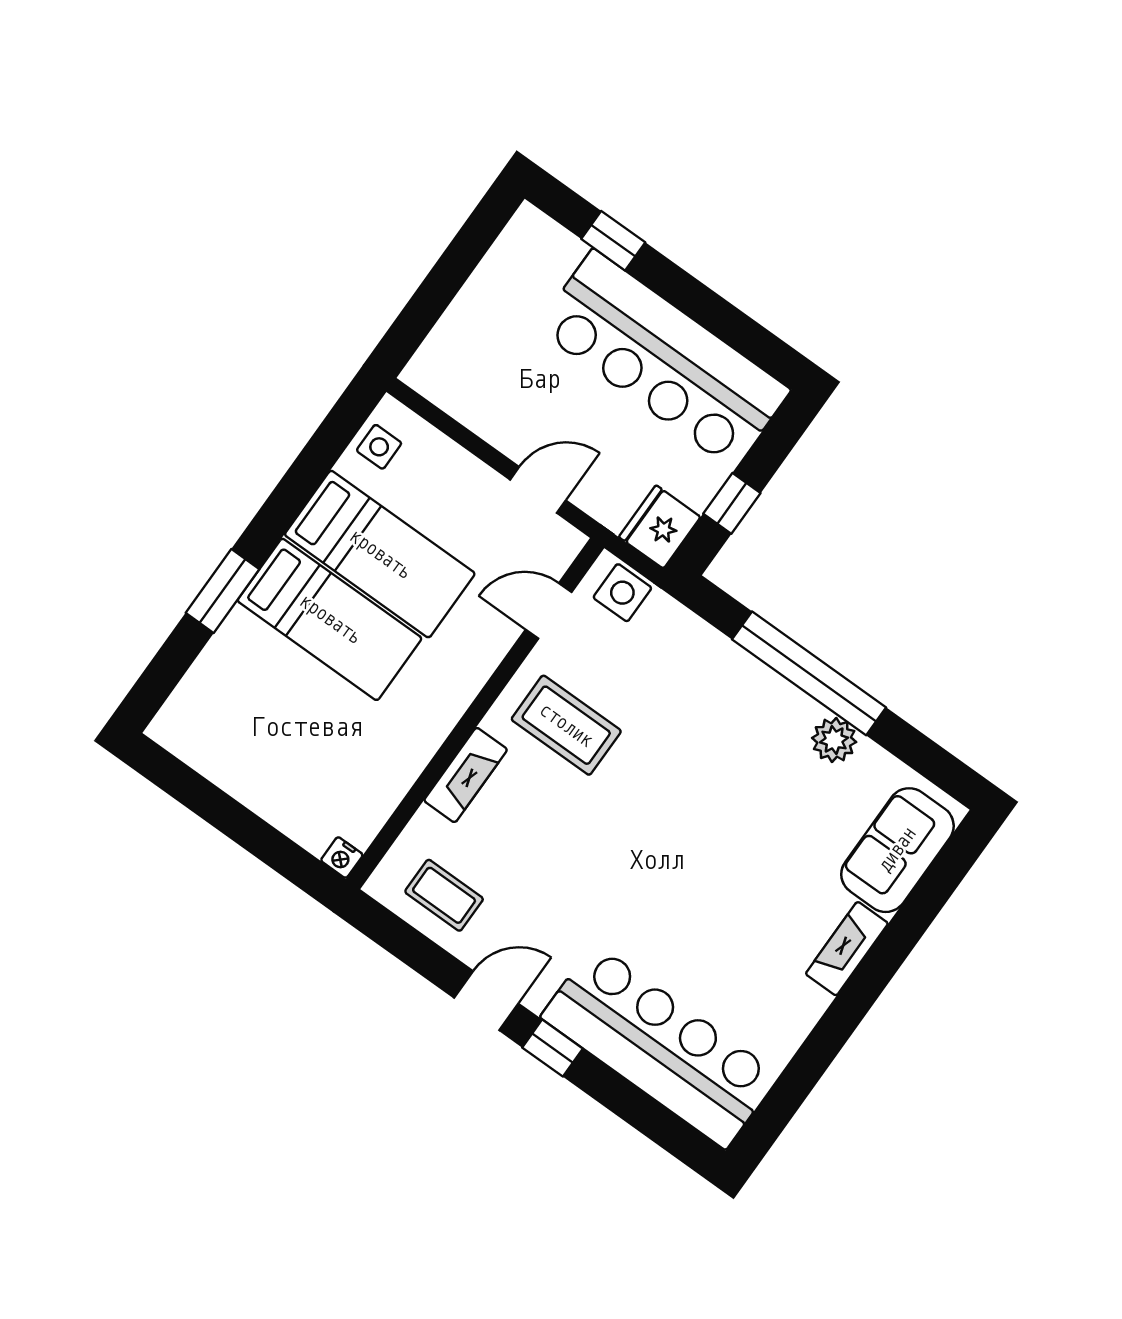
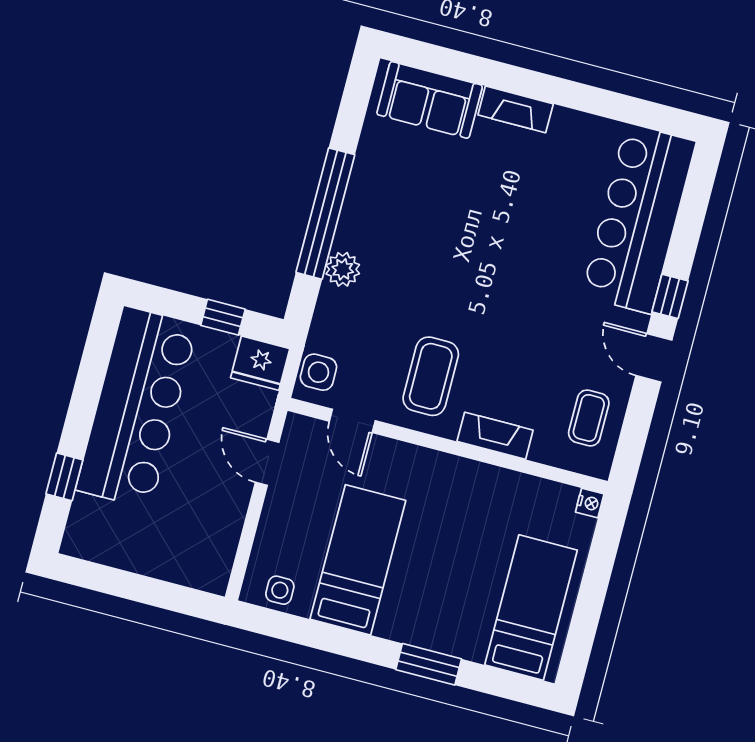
bed: (330, 619) -> (531, 607), moved
plant: (834, 740) -> (343, 269), moved

